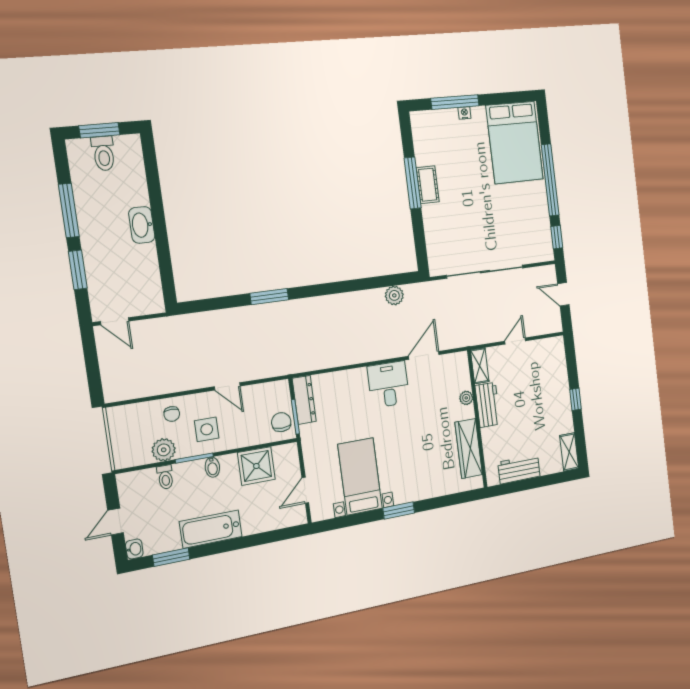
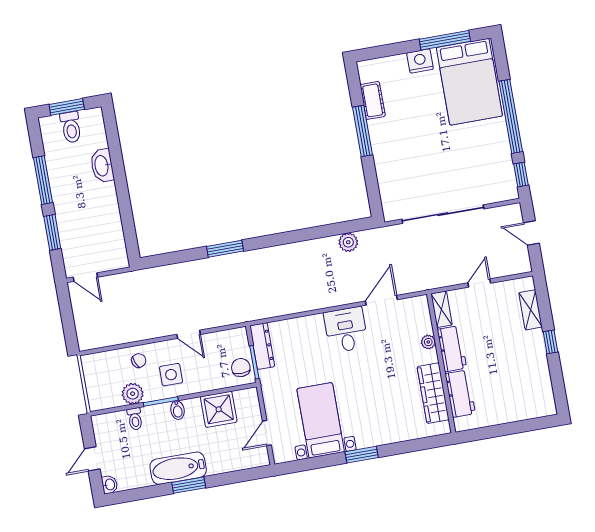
window: (455, 102) -> (445, 40), moved
nightstand: (464, 113) -> (420, 61), width x1.89, depth x1.79
cot: (428, 185) -> (373, 100), moved
washbasin: (142, 225) -> (102, 166), moved
chair: (172, 414) -> (139, 361), turned -113
shelving: (569, 452) -> (530, 310), moved
workbench: (519, 469) -> (460, 394), moved, turned 90
window: (171, 557) -> (189, 485), moved

